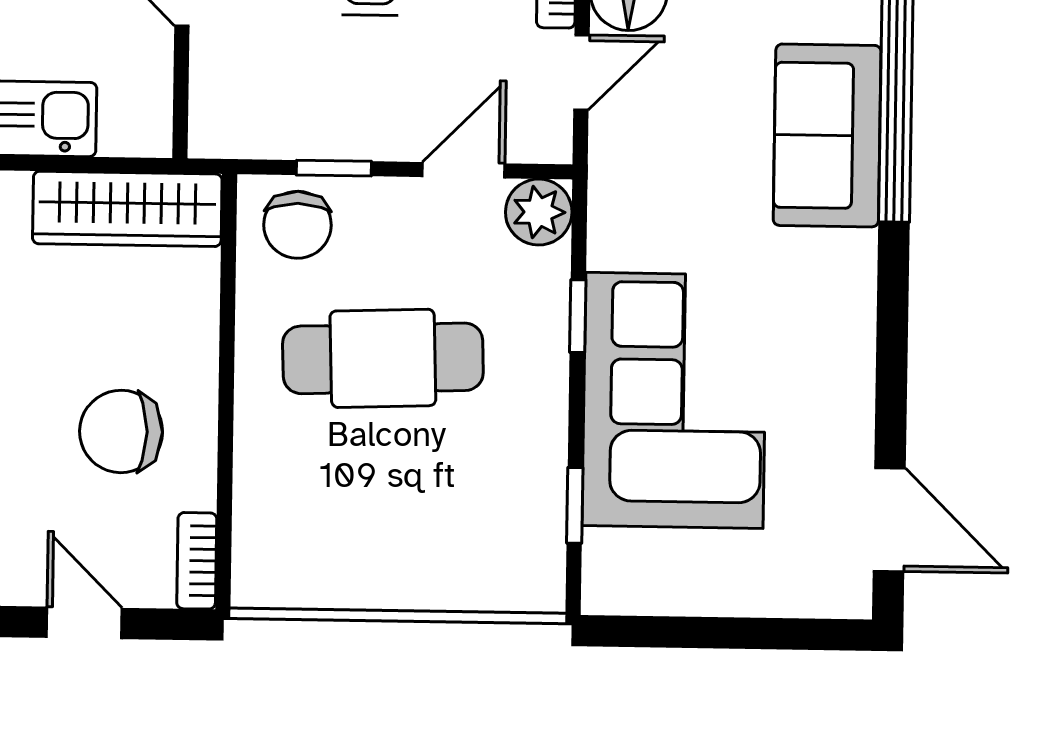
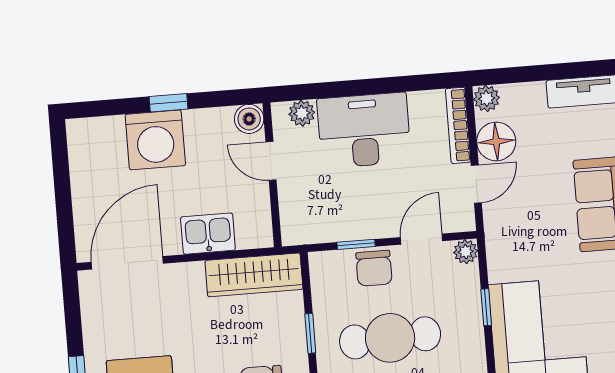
plant: (539, 212) -> (466, 252), width x0.73, depth x0.73
chair: (297, 225) -> (374, 268), moved
window: (227, 335) -> (310, 333), added

